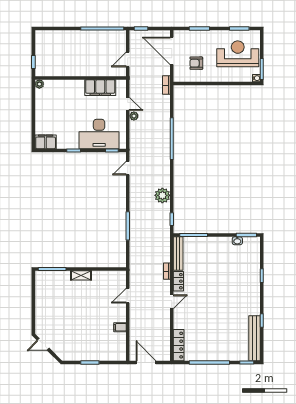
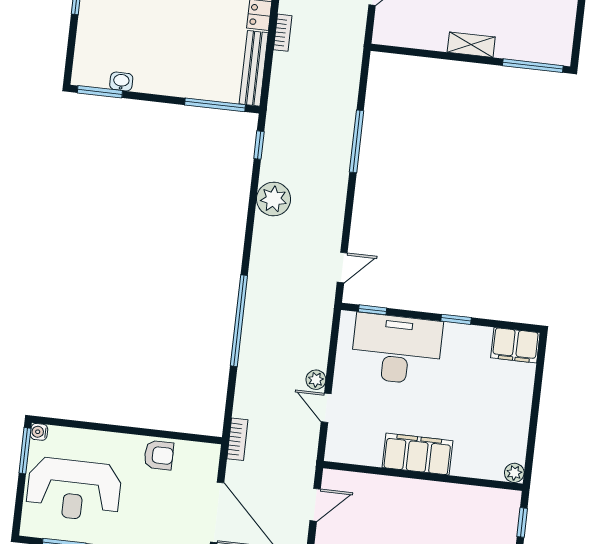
armchair: (196, 63) -> (159, 455), moved
filing cabinet: (100, 88) -> (417, 454), moved

